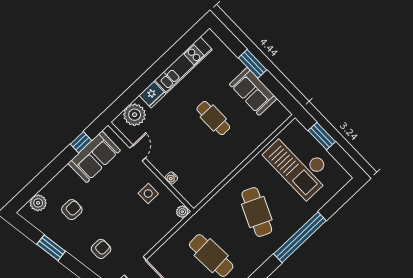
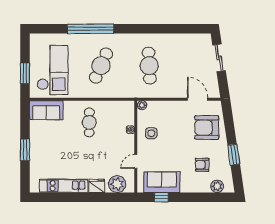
sofa: (253, 91) -> (46, 110), moved, turned 90
cafe table: (213, 118) -> (89, 122), moved
armchair: (101, 249) -> (207, 128), width x1.88, depth x1.88

